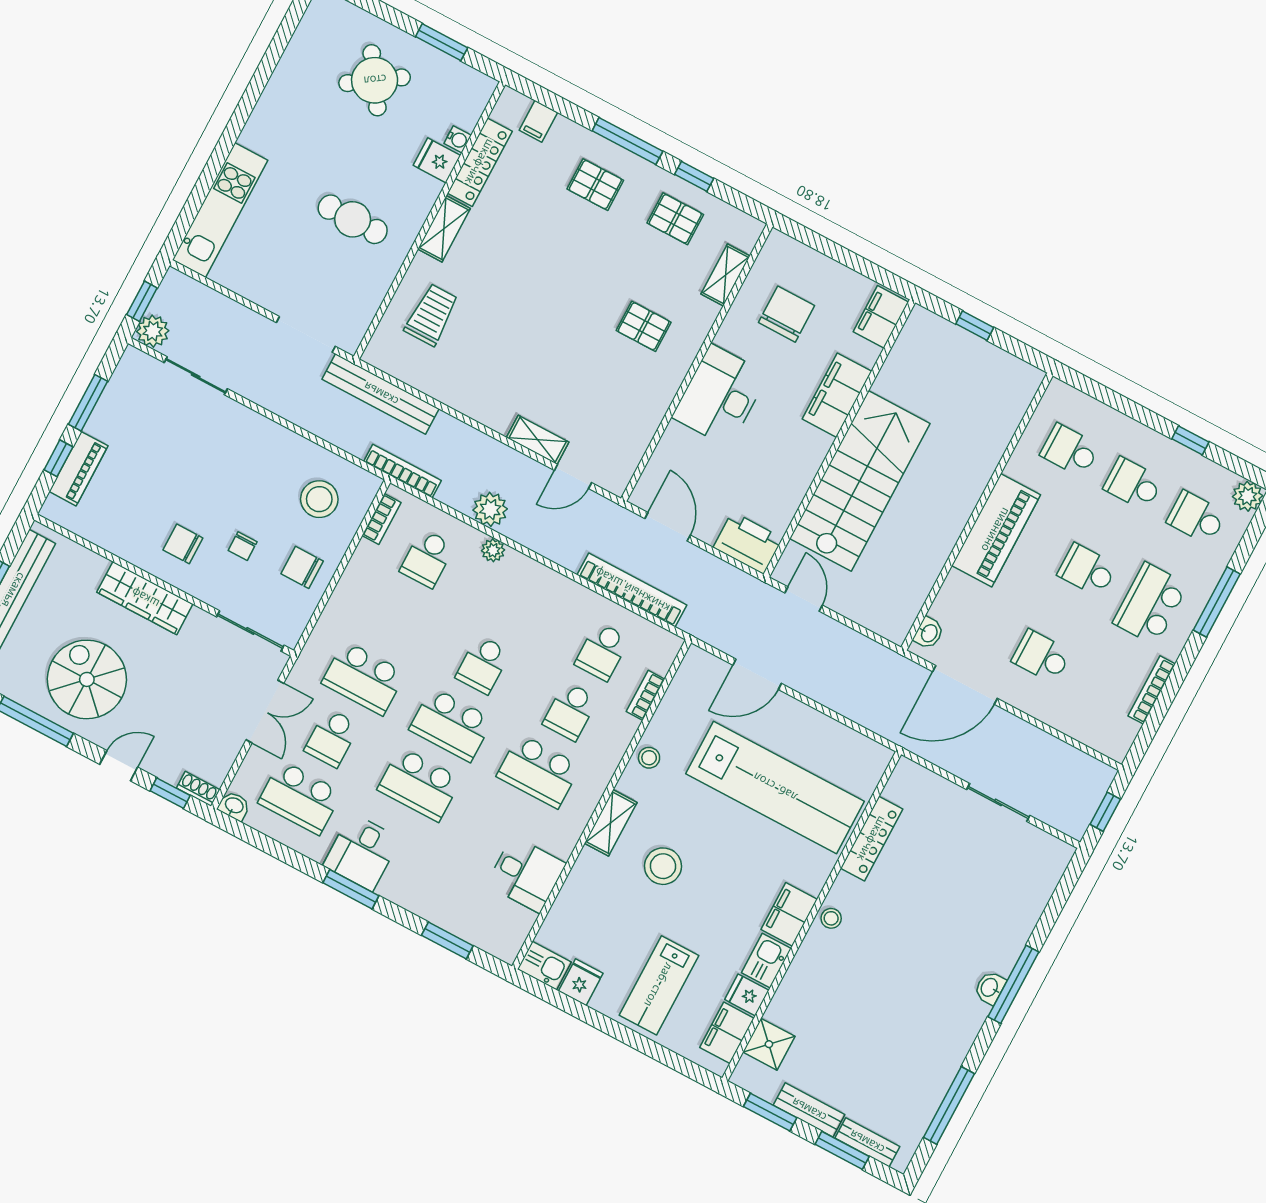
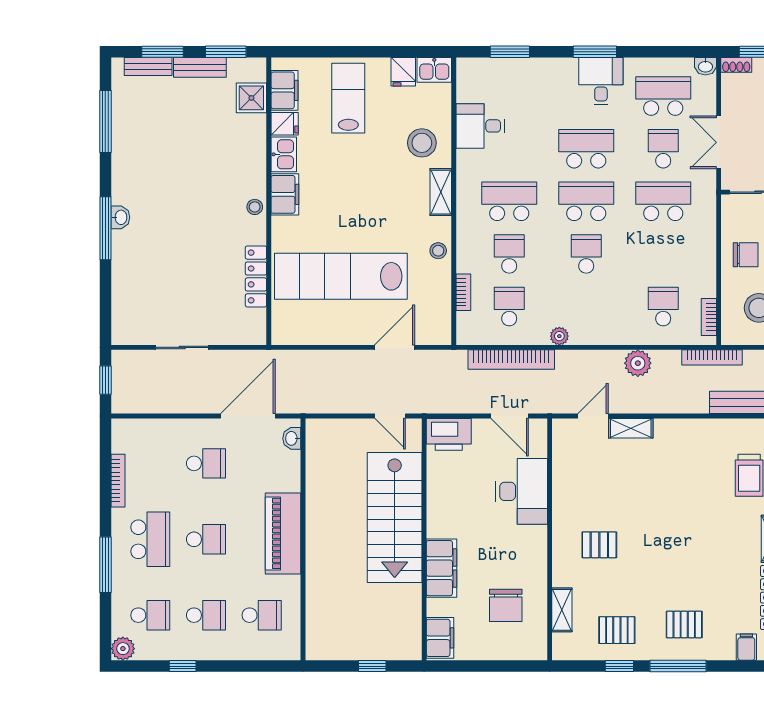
desk: (720, 396) -> (522, 491), moved
plant: (493, 550) -> (559, 336), moved
stool: (663, 866) -> (422, 143), moved

